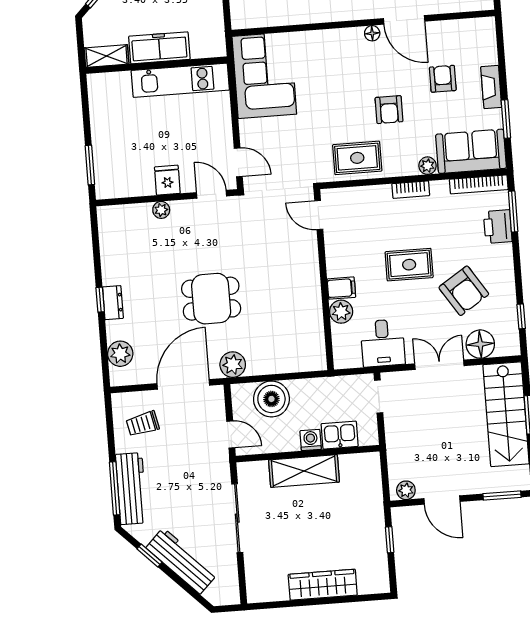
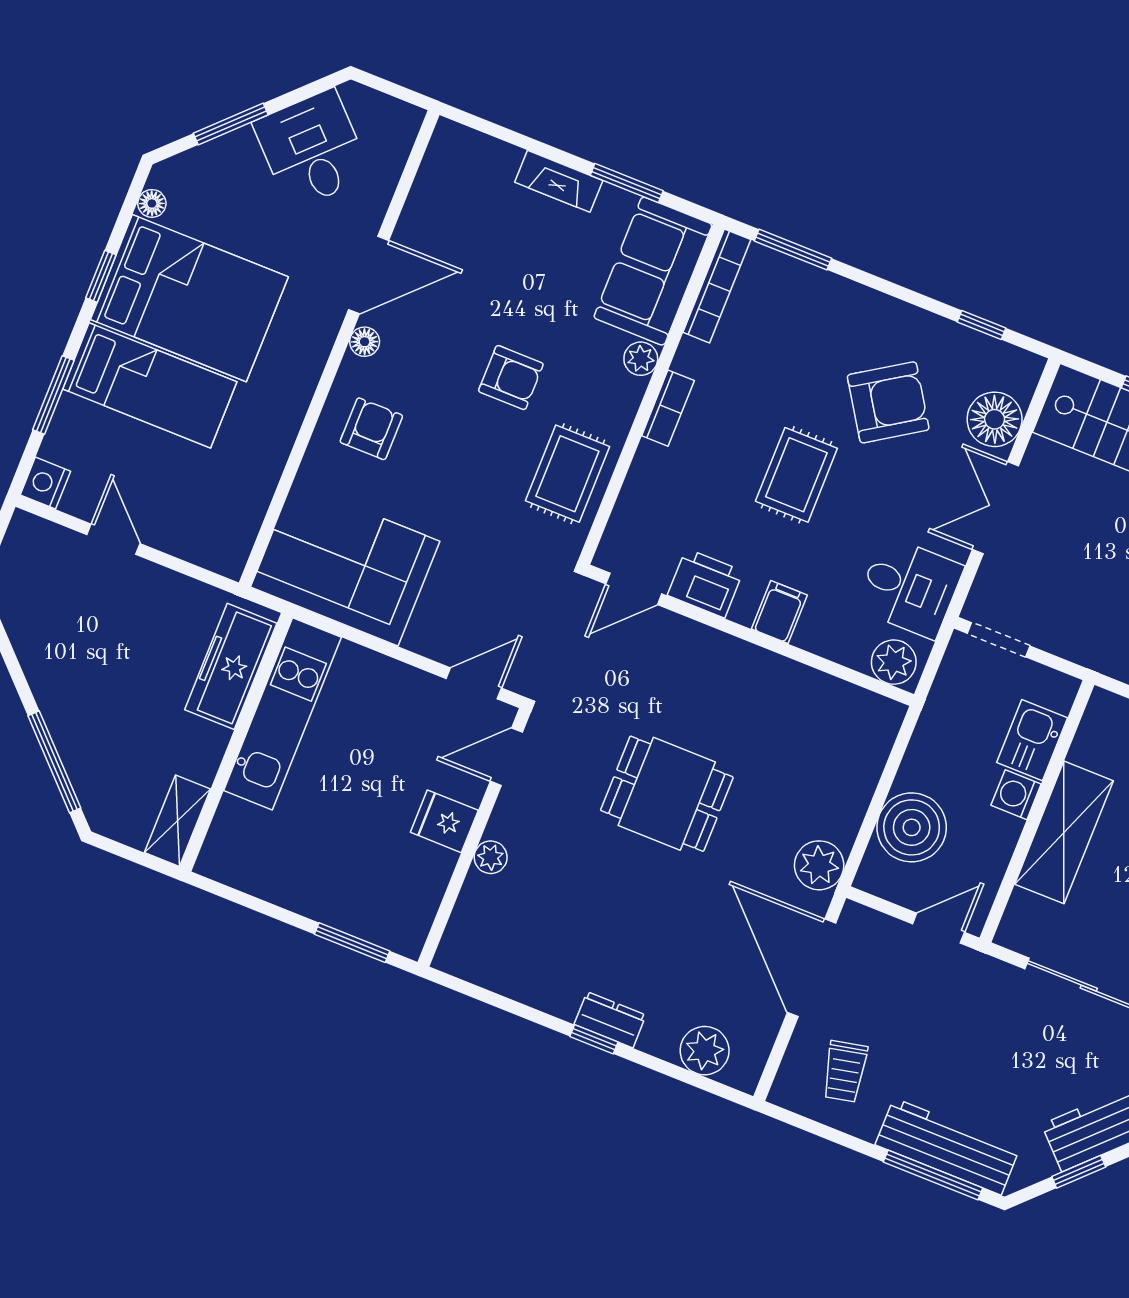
freezer: (159, 48) -> (231, 666), moved
armchair: (443, 79) -> (371, 429), moved, turned 90
printer: (498, 227) -> (705, 583), moved, turned 180
dining table: (211, 299) -> (667, 794), moved, turned 90
plant: (341, 312) -> (894, 662), moved

